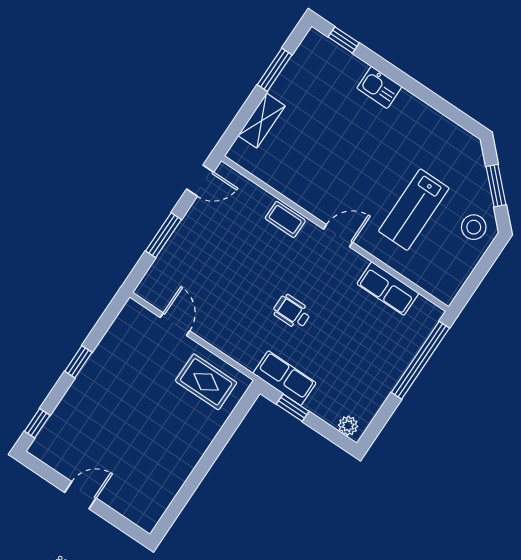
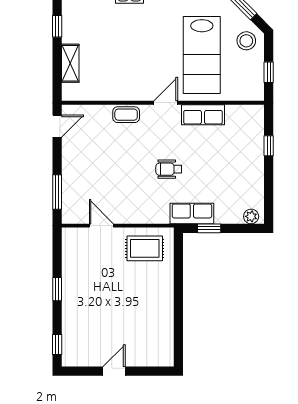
window: (275, 70) -> (57, 26), width x0.67
lab bench: (414, 210) -> (202, 55), width x1.36, depth x1.39
window: (163, 235) -> (57, 192), moved
window: (475, 279) -> (269, 72), added
row of seats: (388, 289) -> (203, 115), moved
window: (420, 360) -> (269, 146), width x0.32

